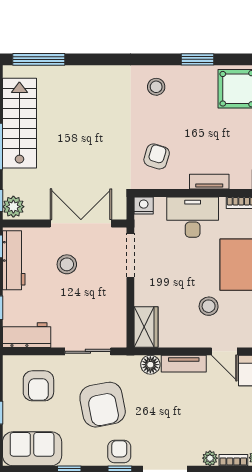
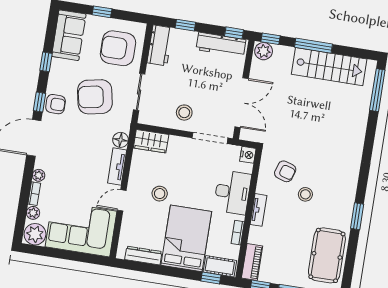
stool: (156, 87) -> (305, 194), moved
stool: (67, 264) -> (184, 113), moved
armchair: (38, 386) -> (118, 48), width x1.36, depth x1.36

